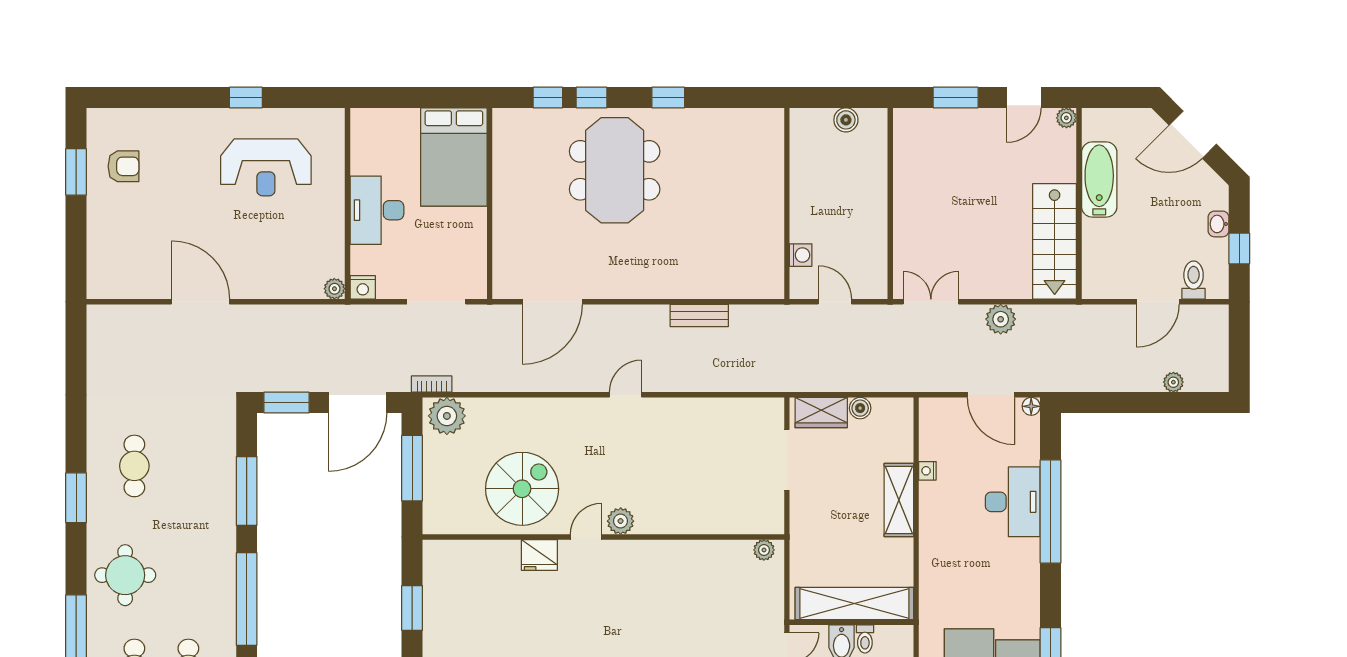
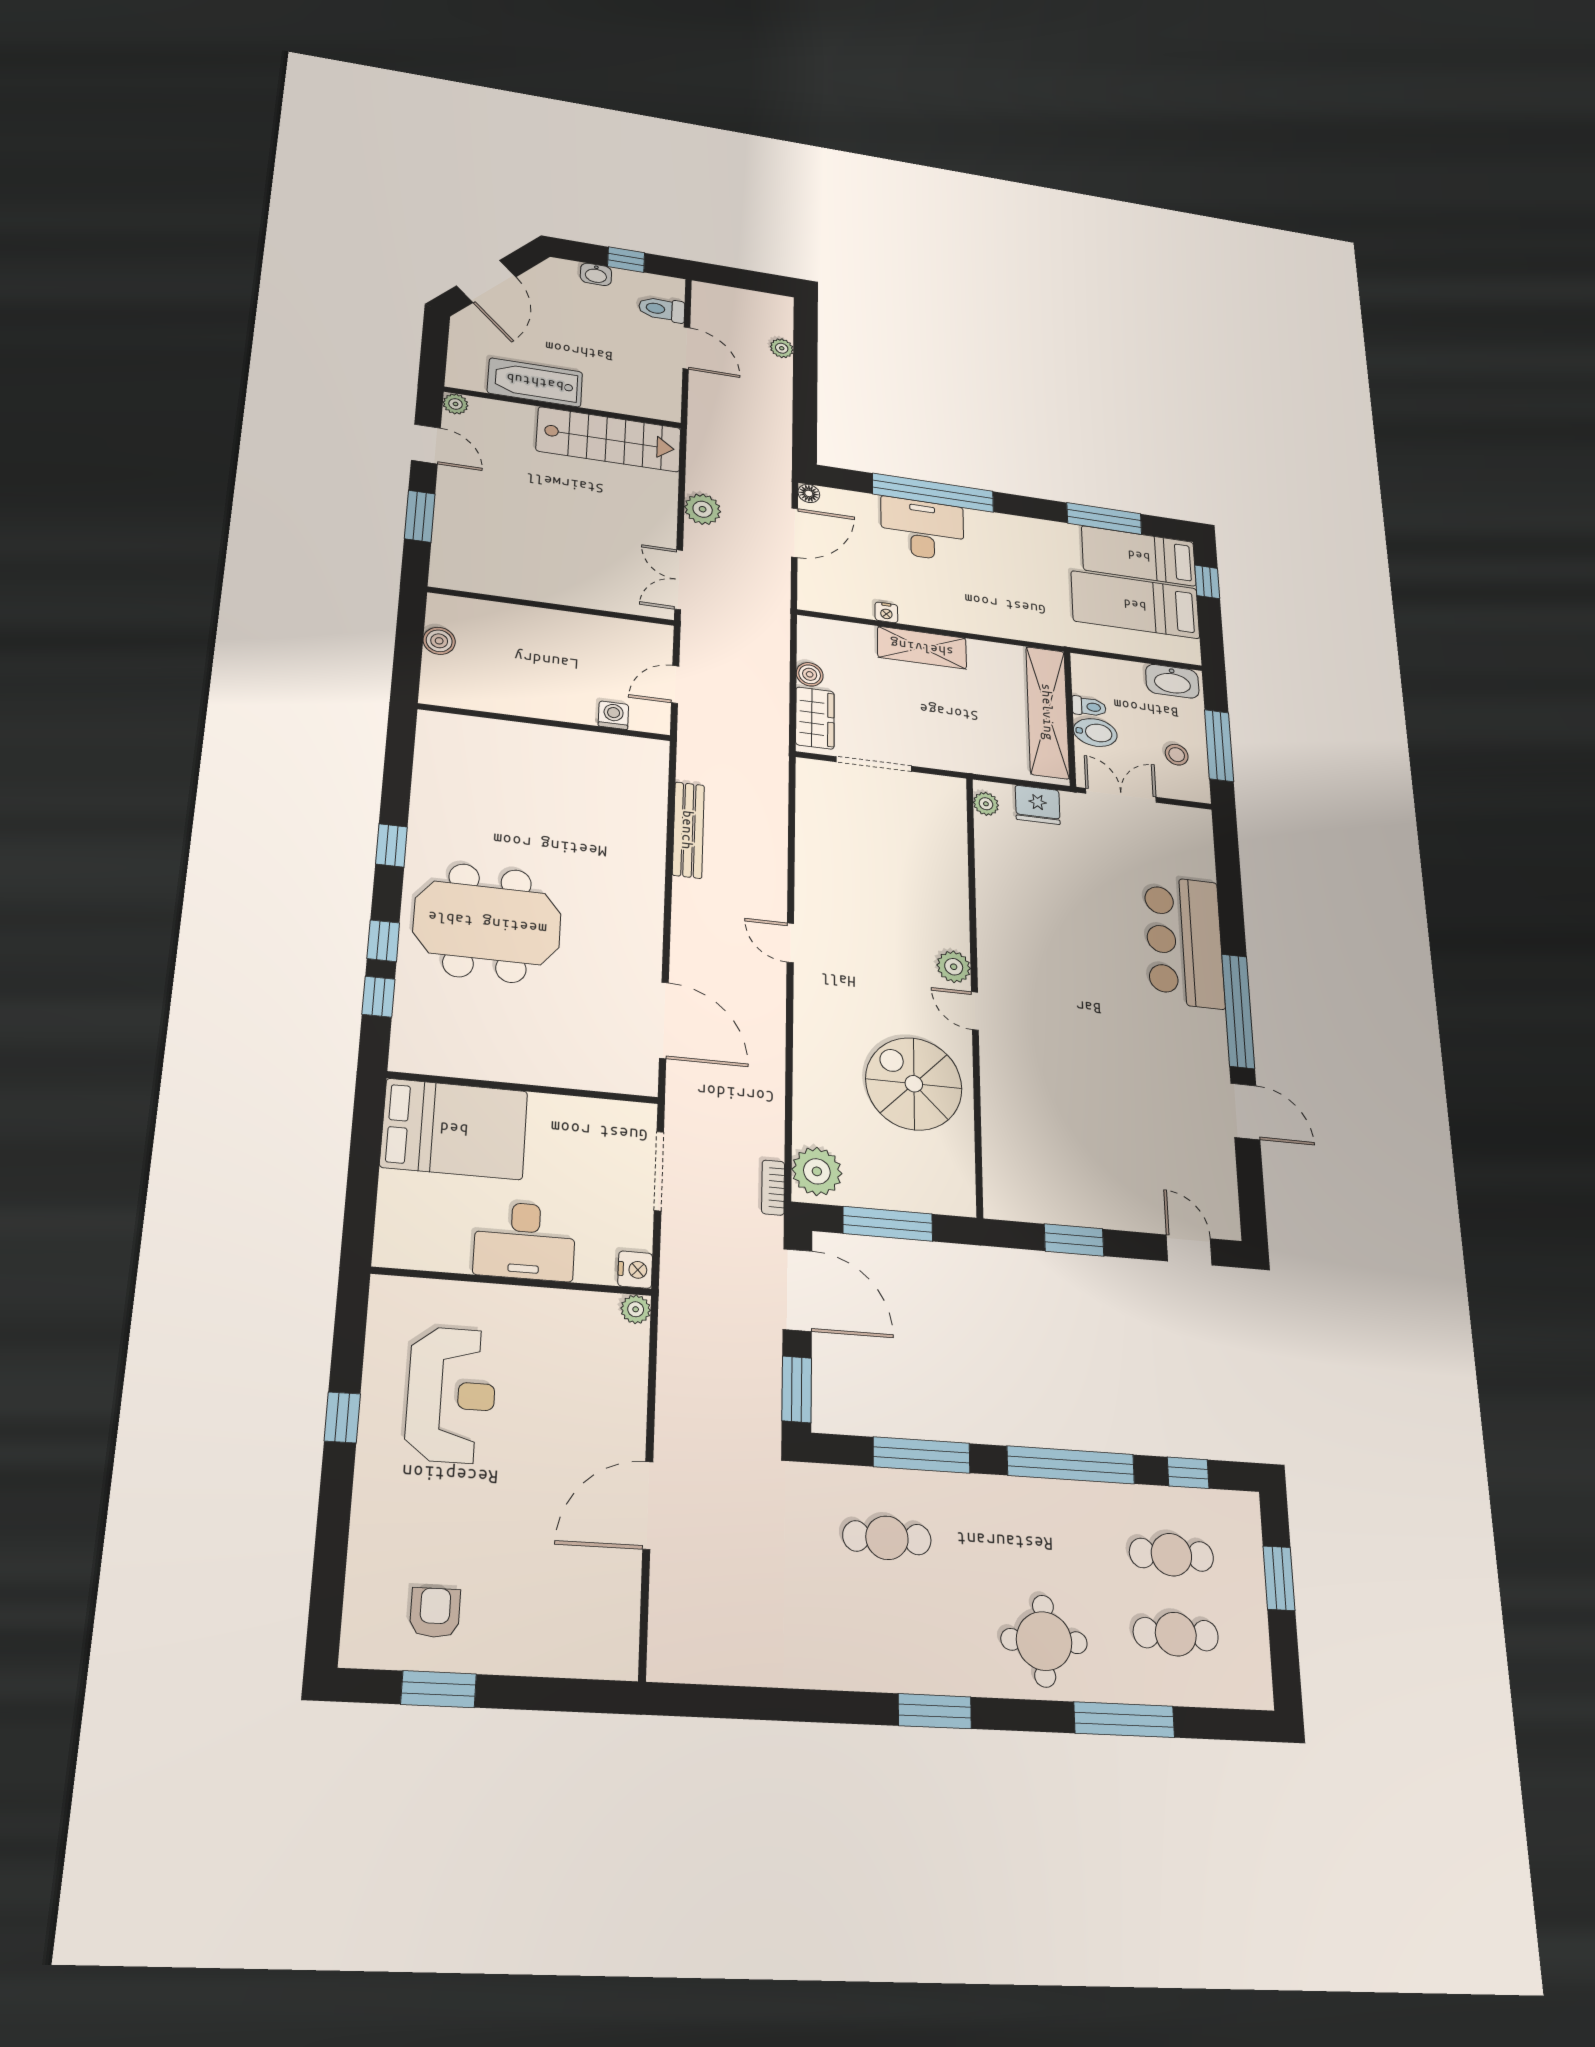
bench: (699, 315) -> (688, 830), width x1.36
cafe table: (134, 466) -> (887, 1538), moved
fridge: (539, 555) -> (1038, 805), moved, turned 90

